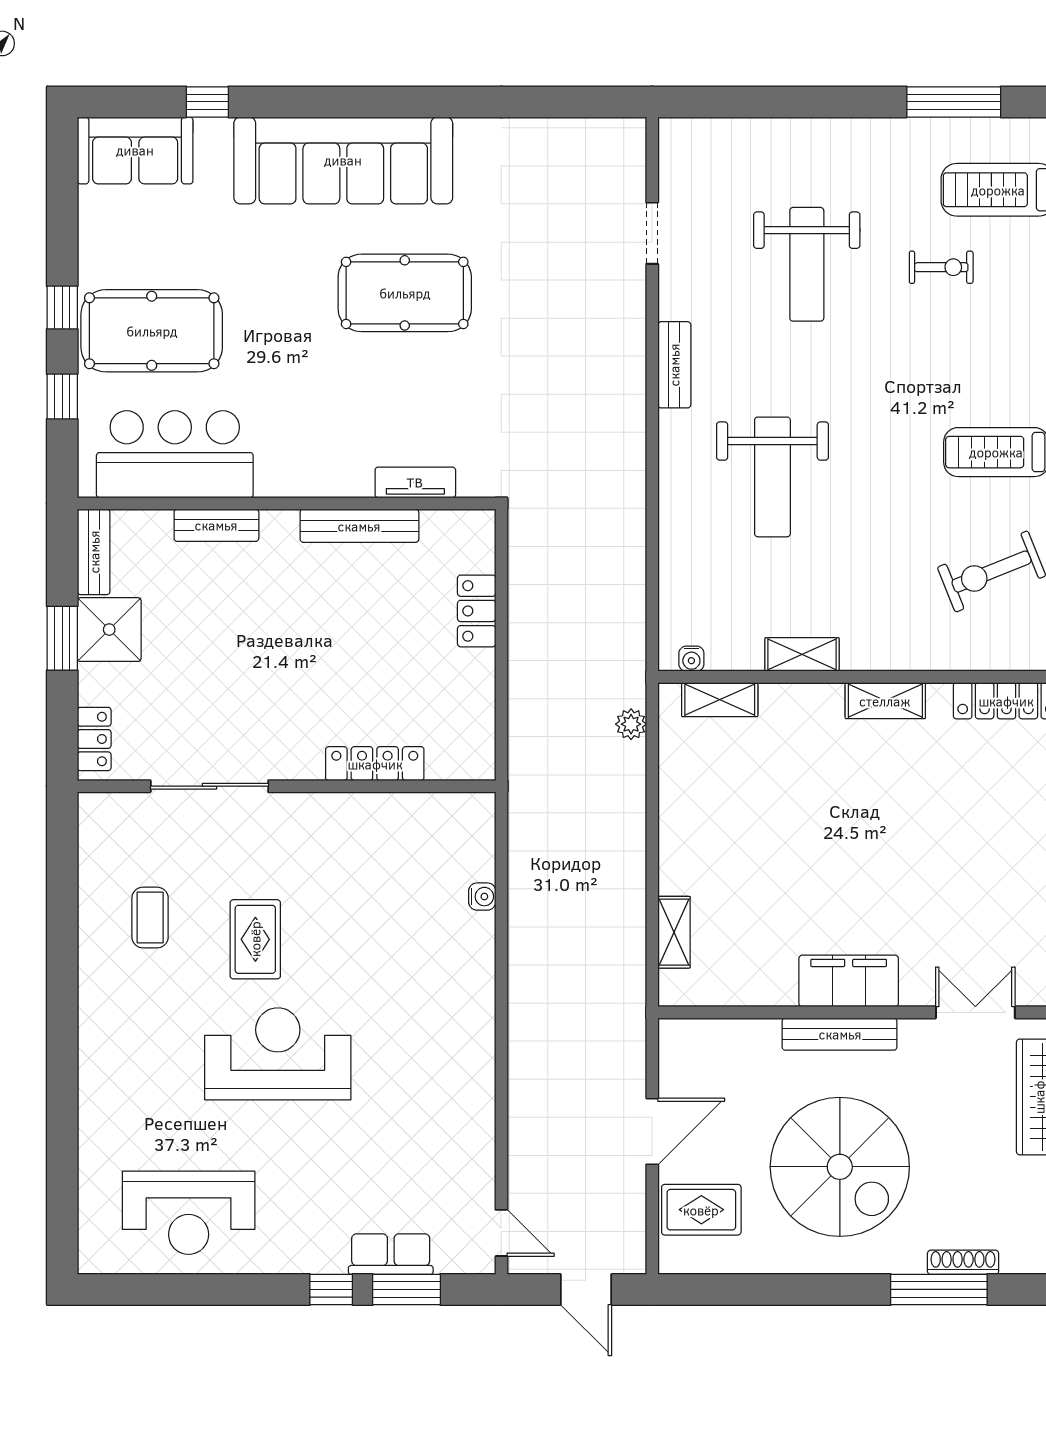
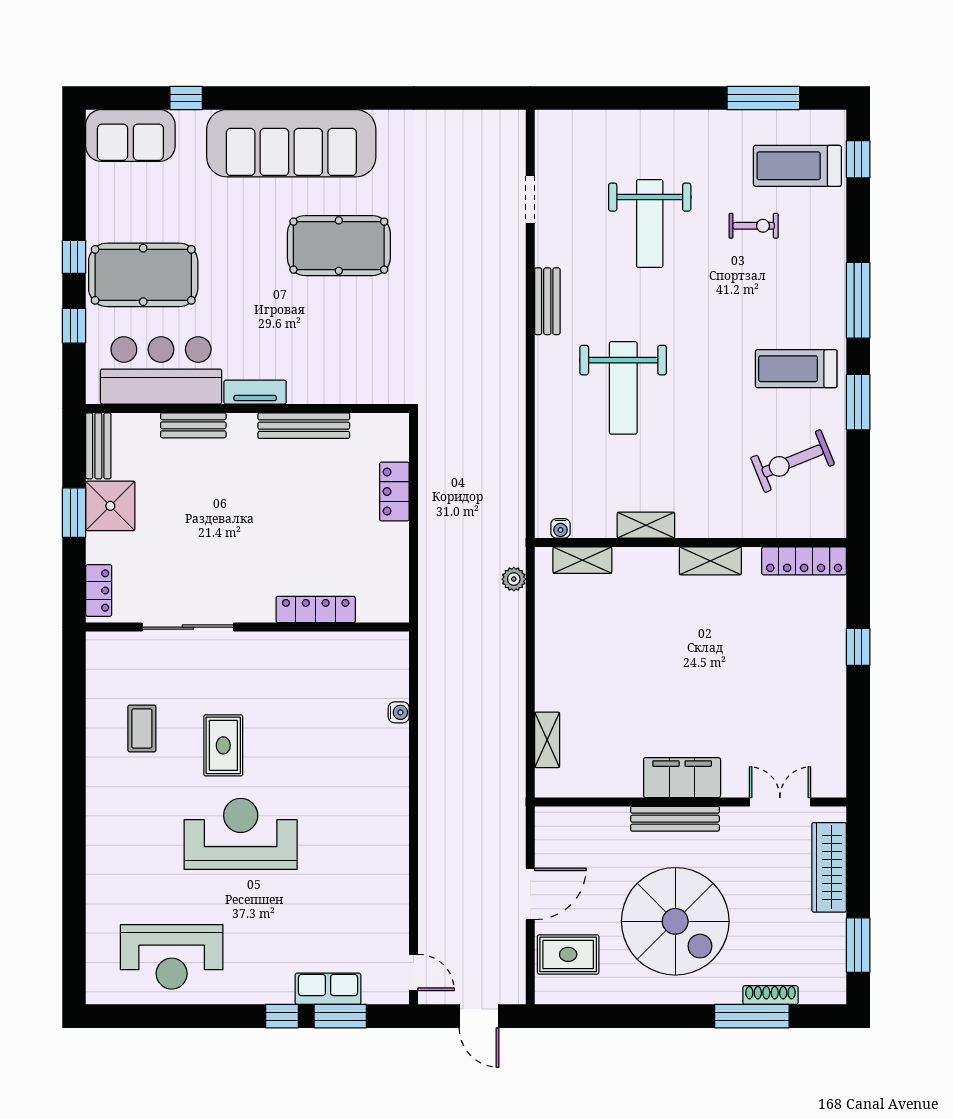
tv unit: (415, 482) -> (255, 392), moved

